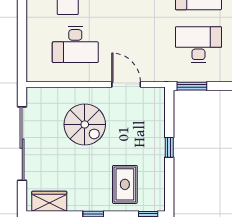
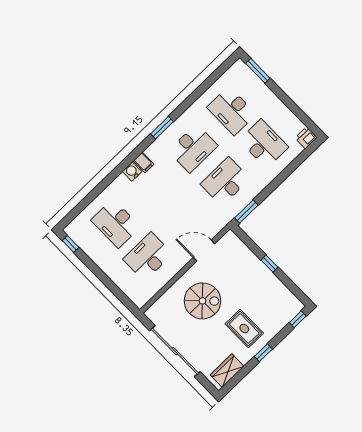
desk: (75, 45) -> (148, 257), turned 180
rug: (125, 184) -> (244, 329), moved

